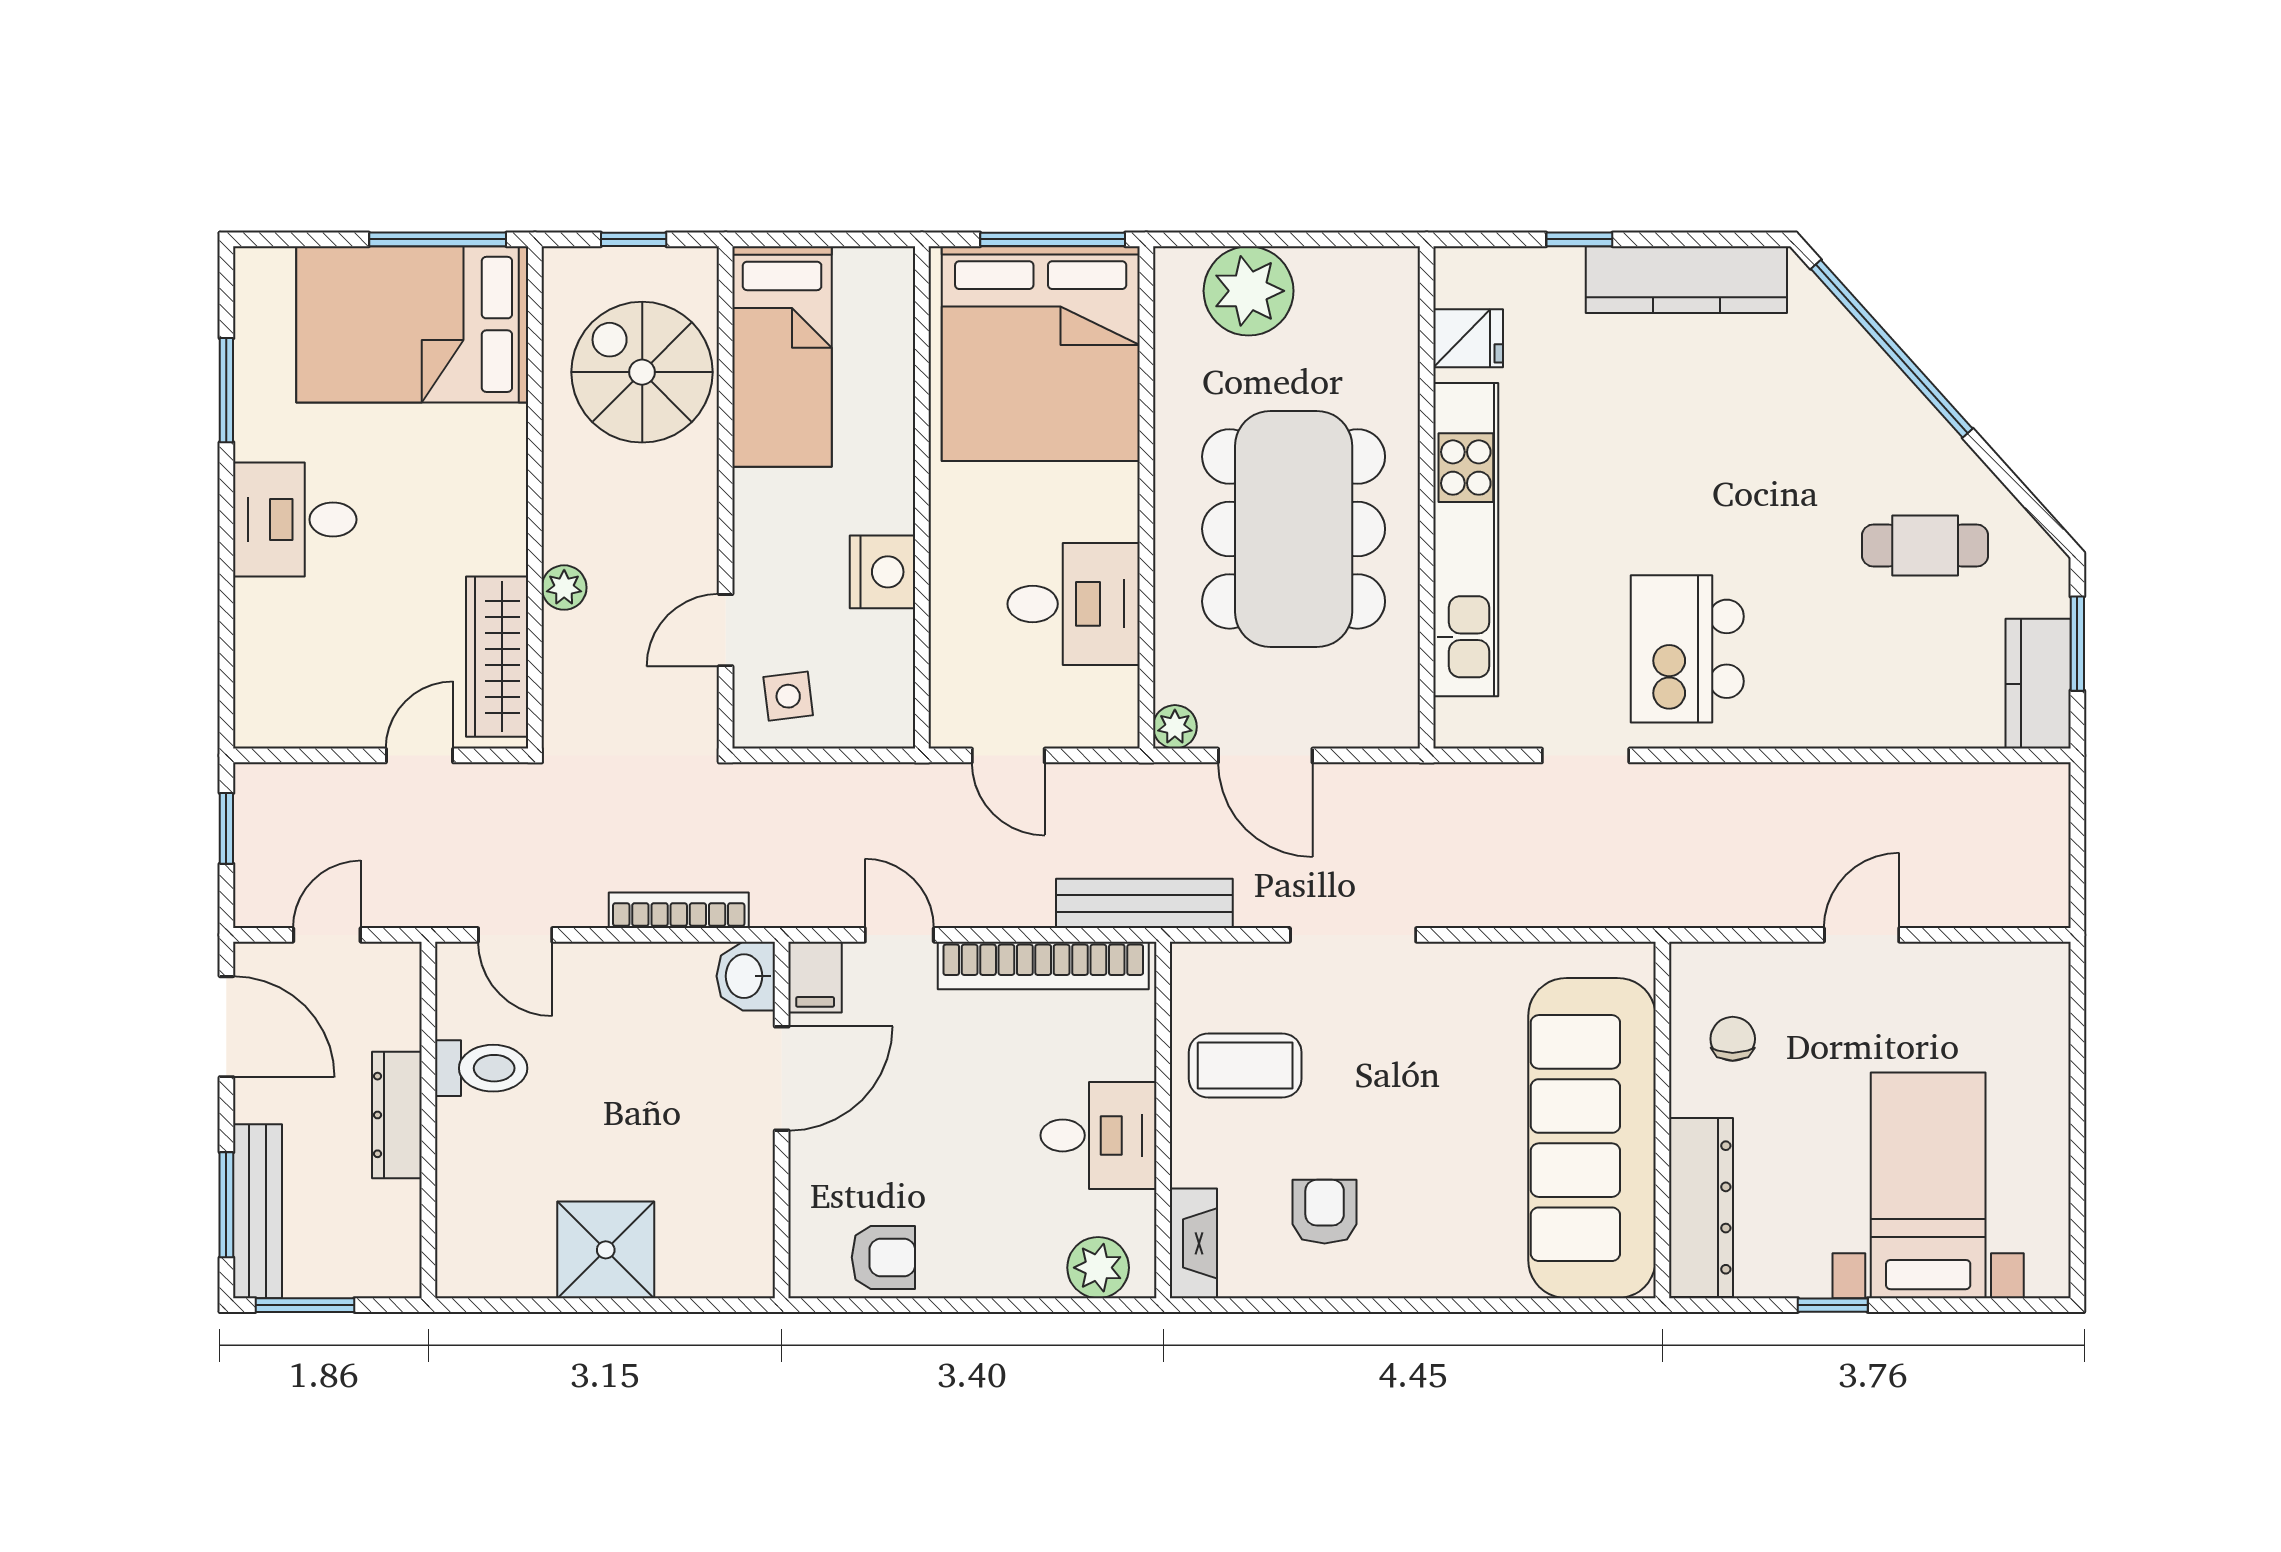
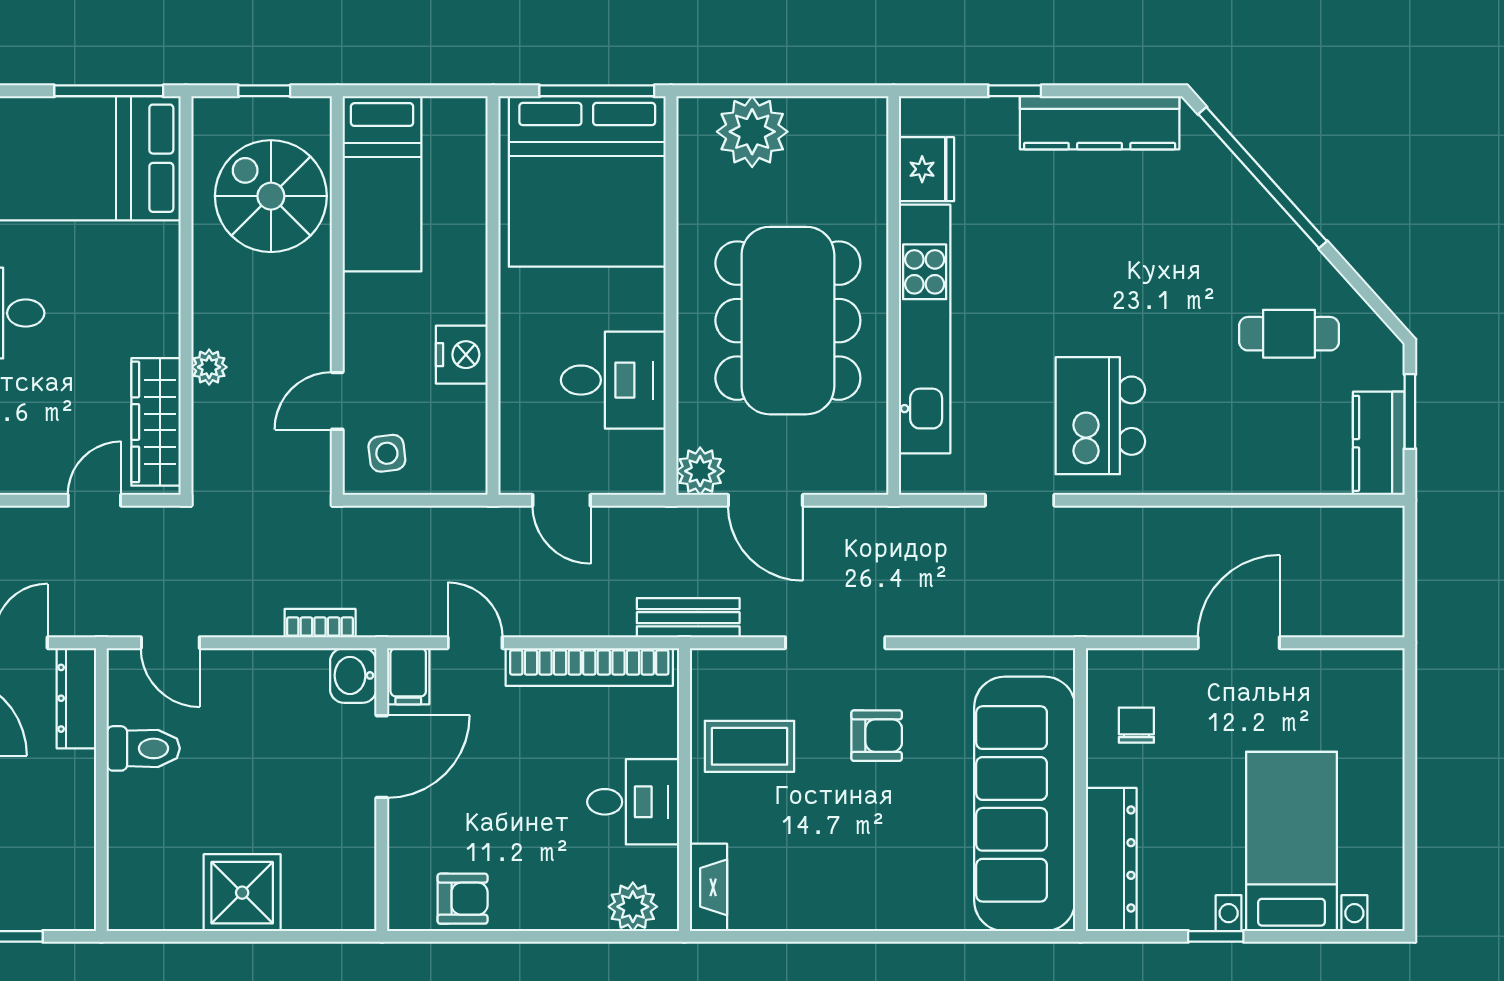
fridge: (1468, 338) -> (926, 169), width x1.38
plant: (1175, 727) -> (700, 471), width x1.38, depth x1.38
bench: (1144, 903) -> (688, 618), width x0.73
bookcase: (679, 910) -> (320, 623), width x0.64
door: (1862, 935) -> (1239, 643), width x1.37
dresser: (397, 1115) -> (76, 698), moved
armchair: (1325, 1212) -> (877, 736), moved, turned 90

